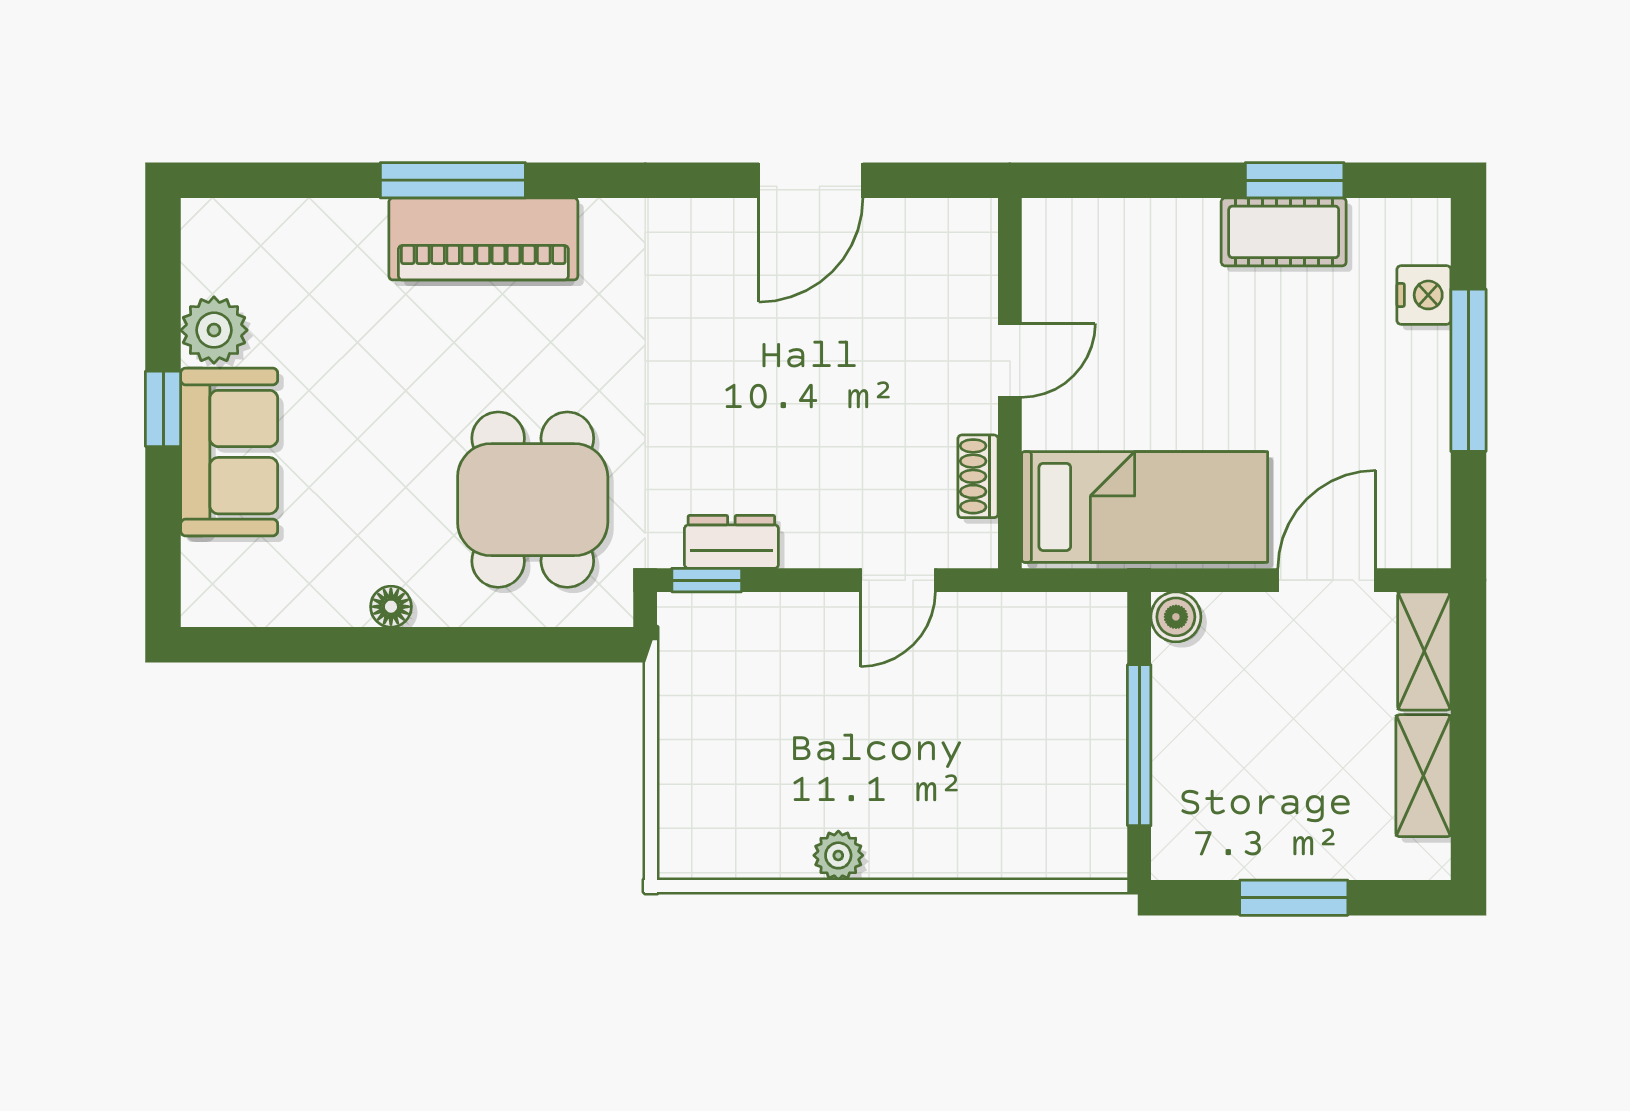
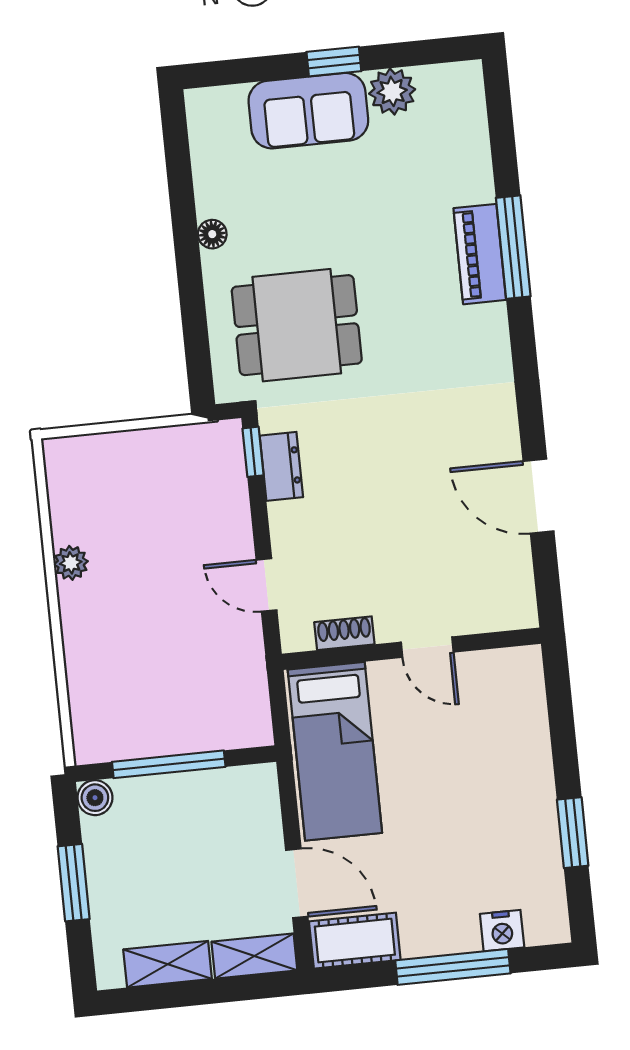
cot: (1284, 232) -> (355, 941), moved, turned 90
piano: (483, 239) -> (480, 254), width x0.73, depth x0.75
boiler: (1176, 617) -> (95, 798), moved

